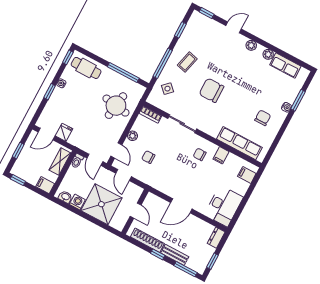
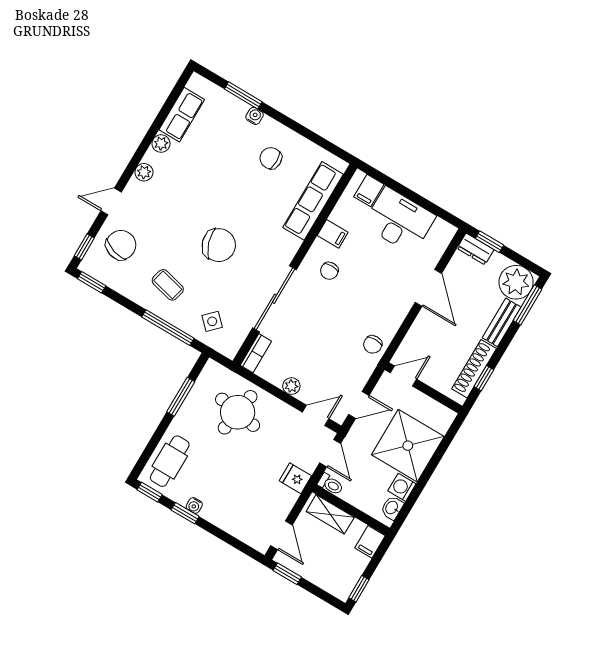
door: (234, 27) -> (111, 202), hinge flipped
window: (180, 30) -> (92, 282), moved
chair: (209, 34) -> (121, 245), added
window: (123, 73) -> (181, 397), width x0.69
chair: (211, 90) -> (219, 245), turned -108
window: (50, 92) -> (185, 513), moved
sliding door: (182, 124) -> (275, 299), width x1.37
fridge: (64, 132) -> (295, 478), moved
window: (18, 151) -> (287, 574), moved
chair: (148, 157) -> (373, 344), moved
door: (95, 160) -> (330, 453), hinge flipped
door: (181, 206) -> (428, 288), moved
desk: (224, 206) -> (399, 220), moved
door: (136, 211) -> (404, 376), moved
window: (158, 254) -> (484, 378), moved
window: (212, 261) -> (490, 242), moved
plant: (198, 262) -> (516, 282), added

